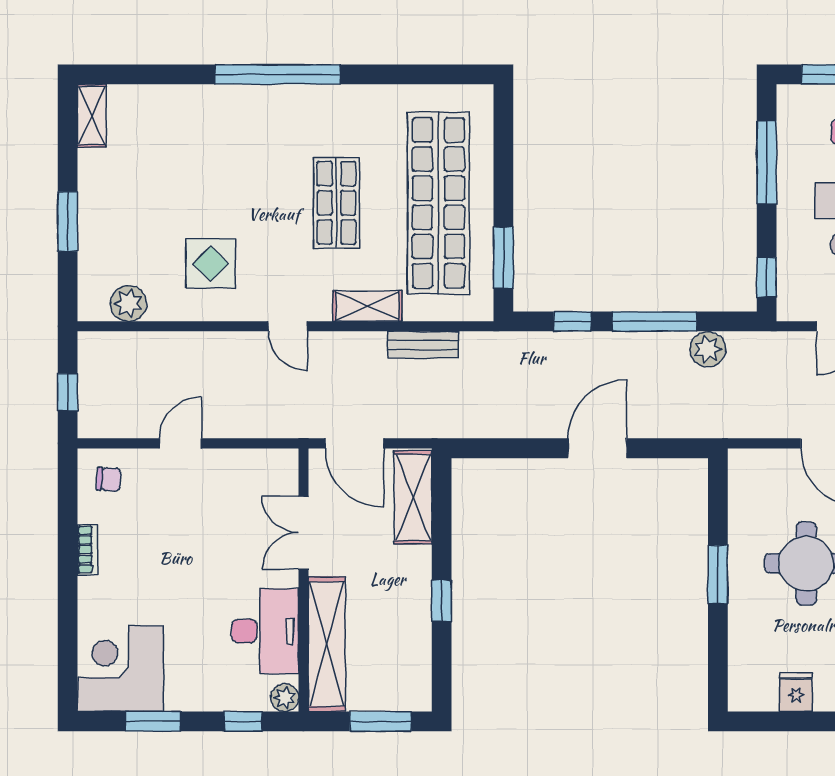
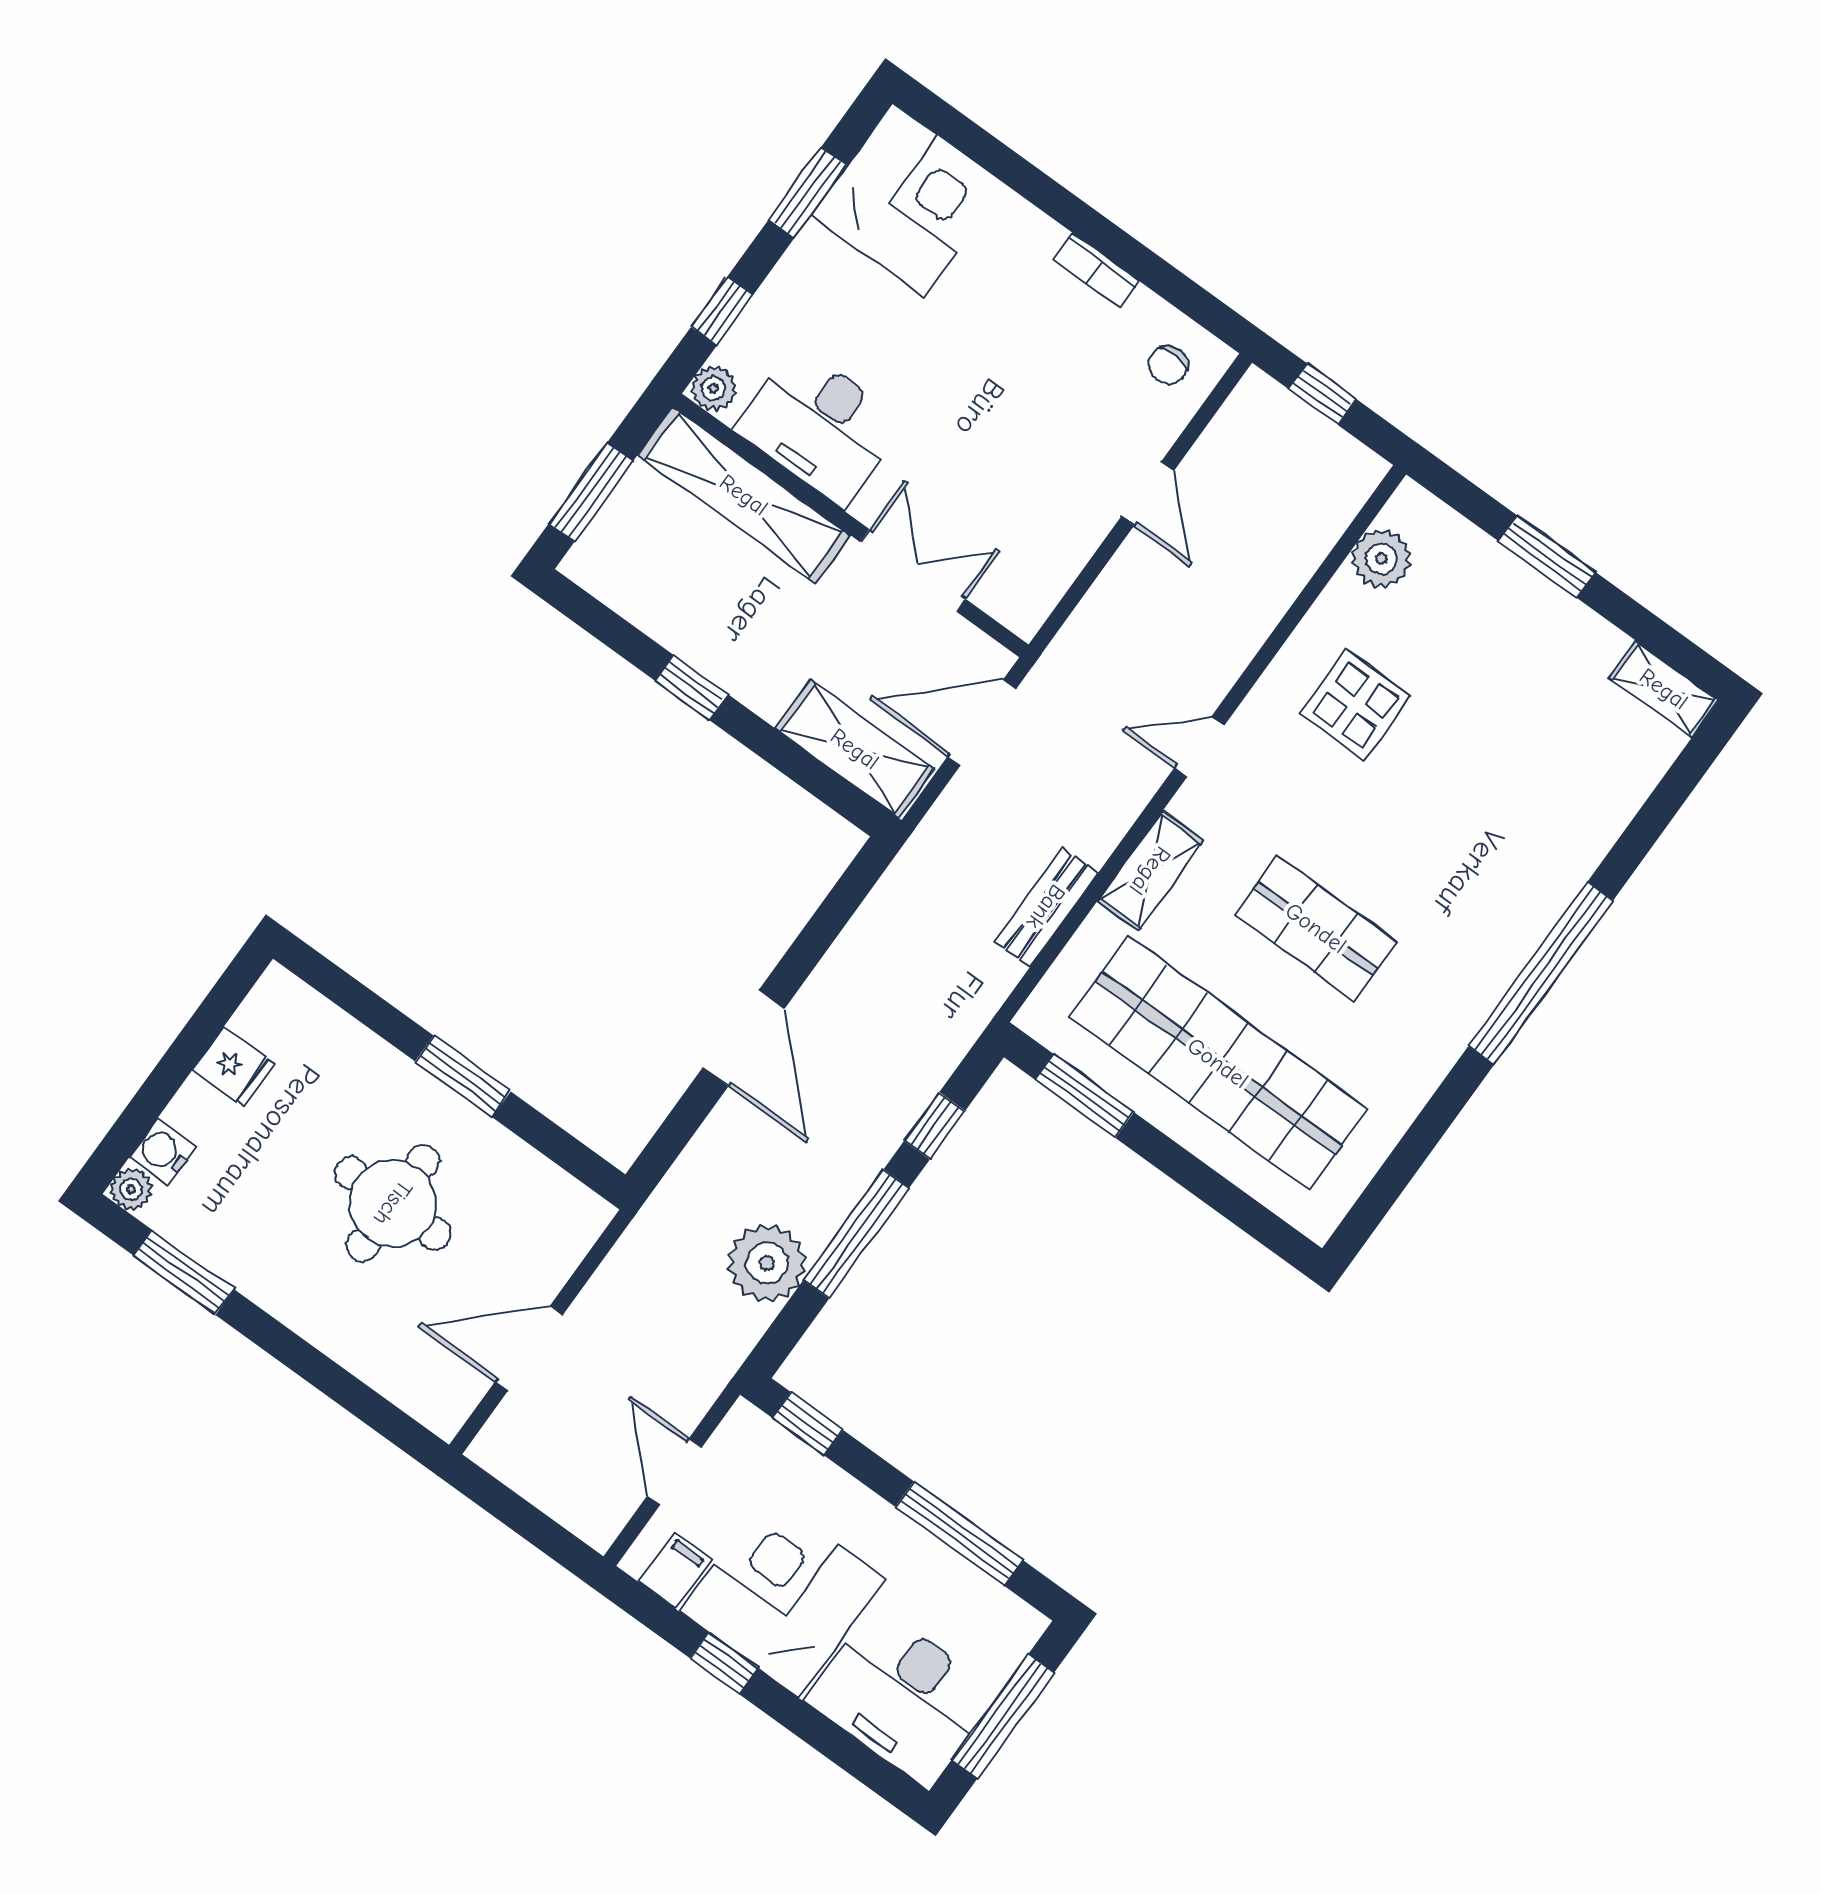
plant: (708, 349) -> (767, 1263), width x1.36, depth x1.36

